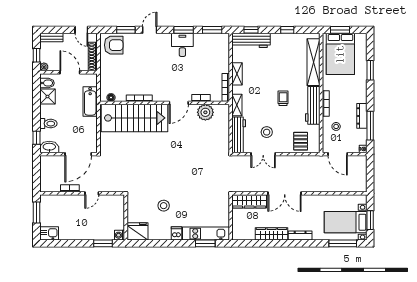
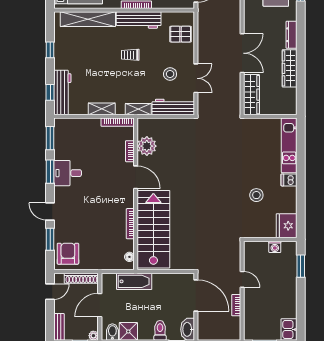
washing machine: (120, 235) -> (275, 247), moved
window: (205, 243) -> (301, 146), removed

